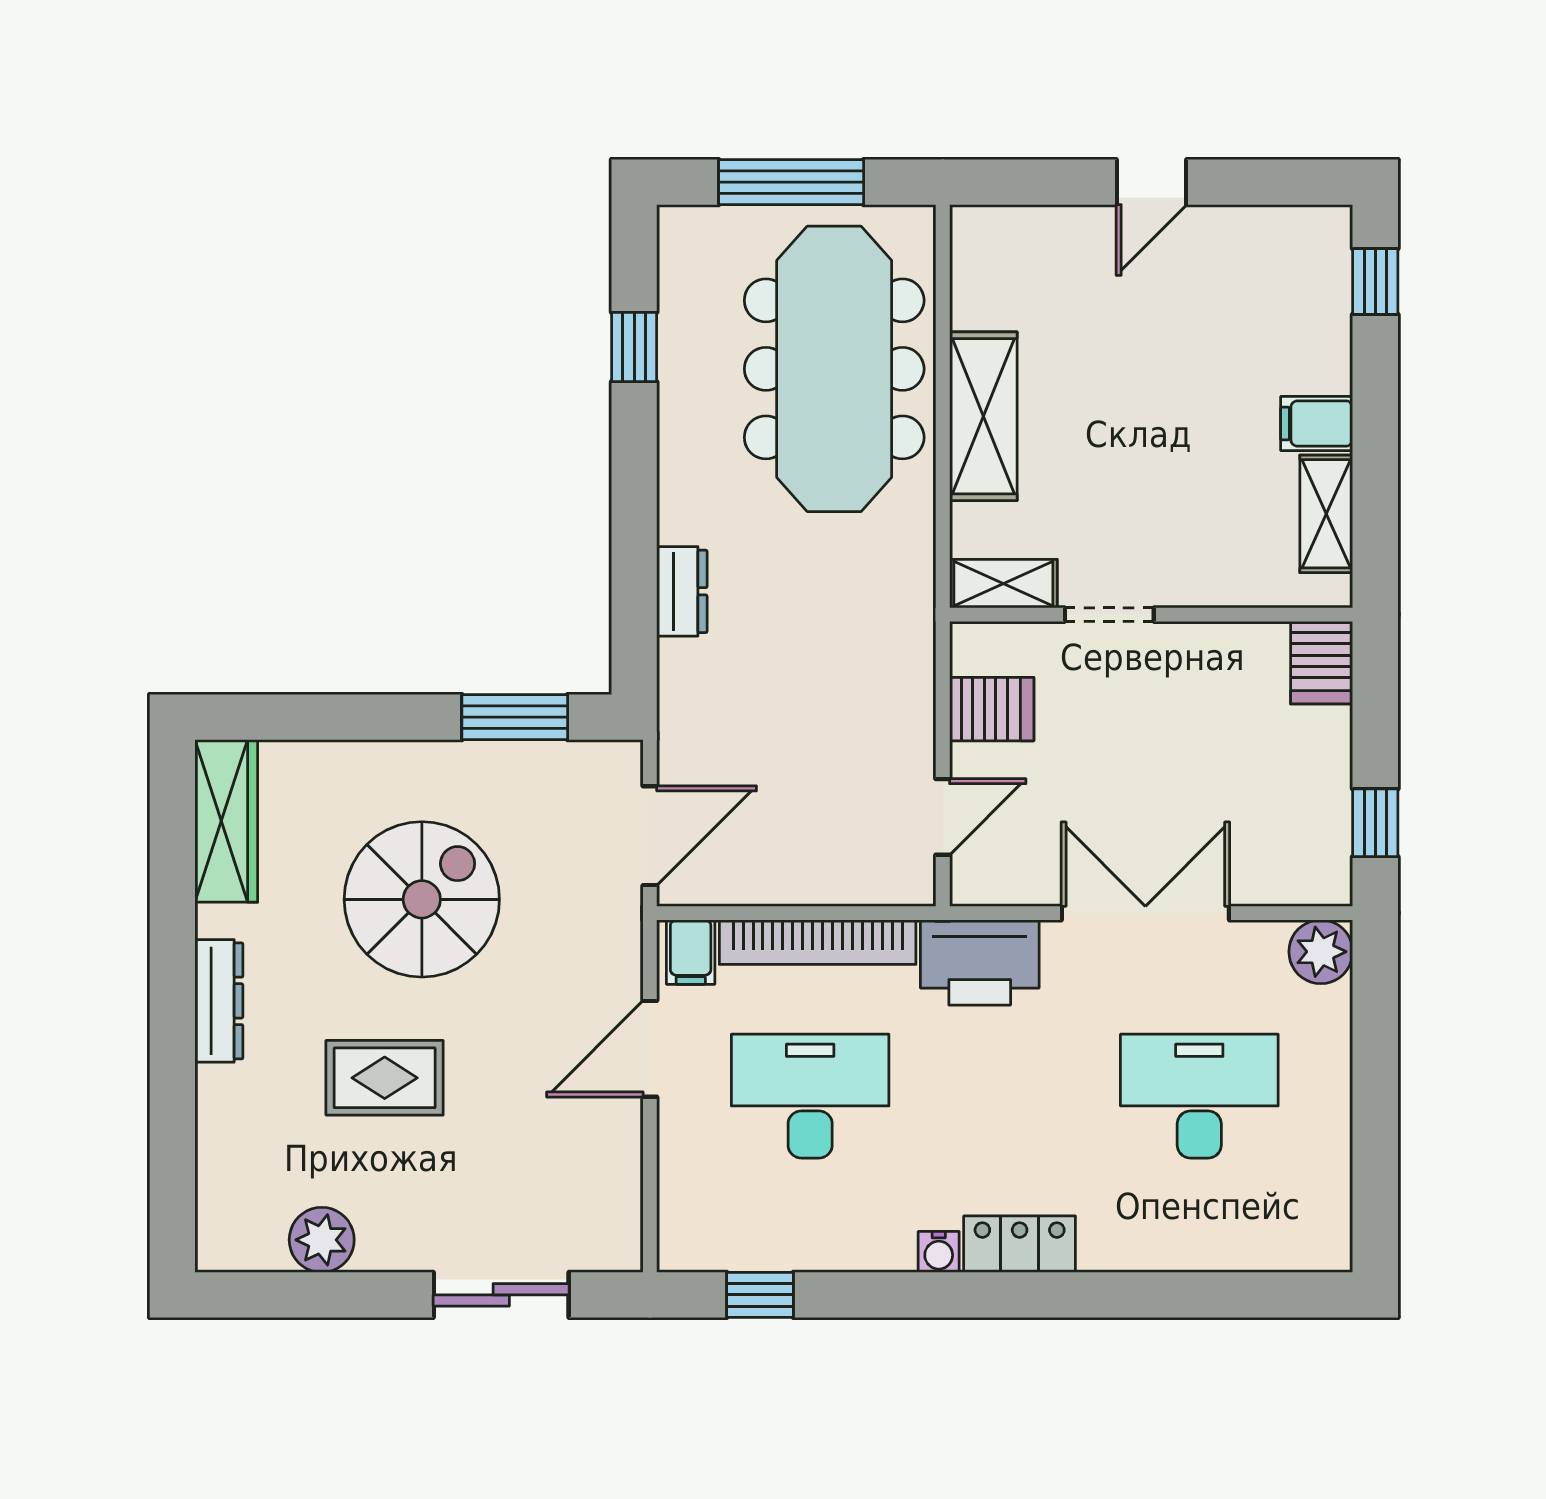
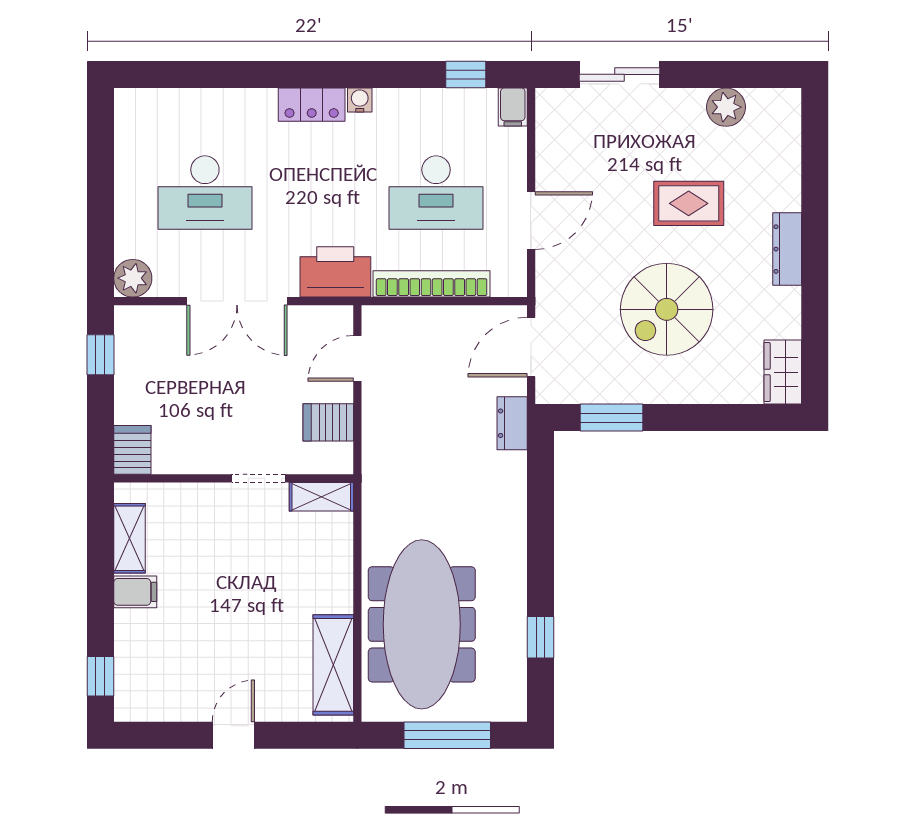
shelving: (983, 416) -> (333, 665), moved
dresser: (682, 591) -> (512, 423), moved
wardrobe: (226, 821) -> (783, 372), width x0.67
filing cabinet: (691, 952) -> (513, 107), moved, turned 180

